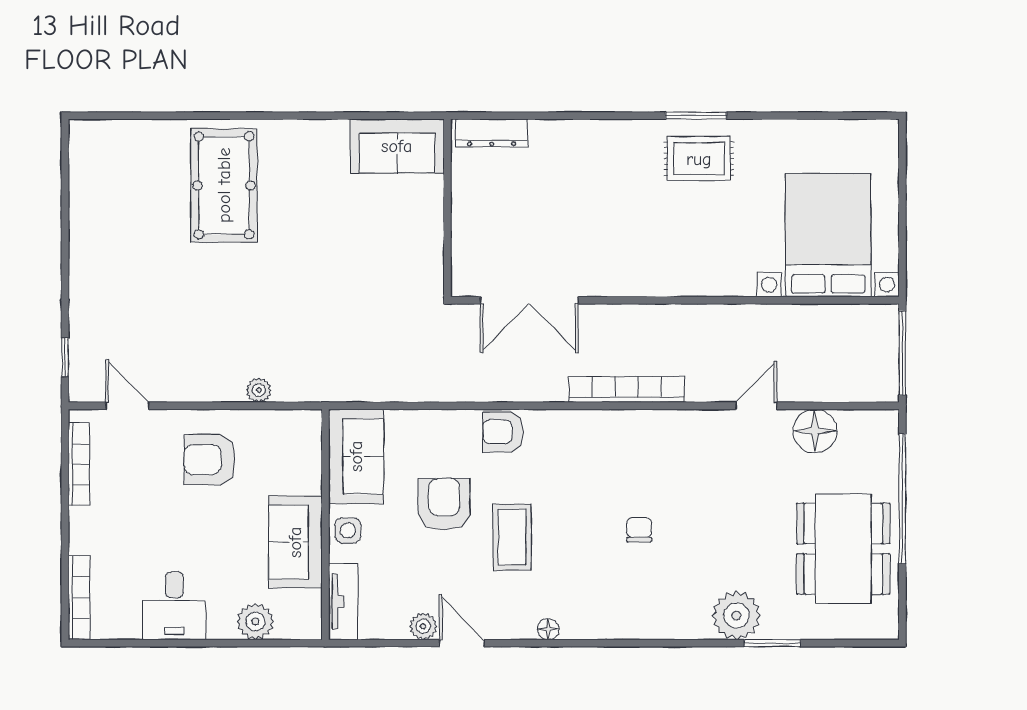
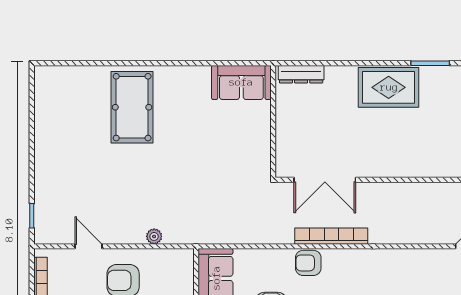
rug: (699, 159) -> (389, 87), moved, width x1.36, depth x1.43
bookcase: (627, 389) -> (331, 236), moved
door: (127, 406) -> (88, 246), moved

